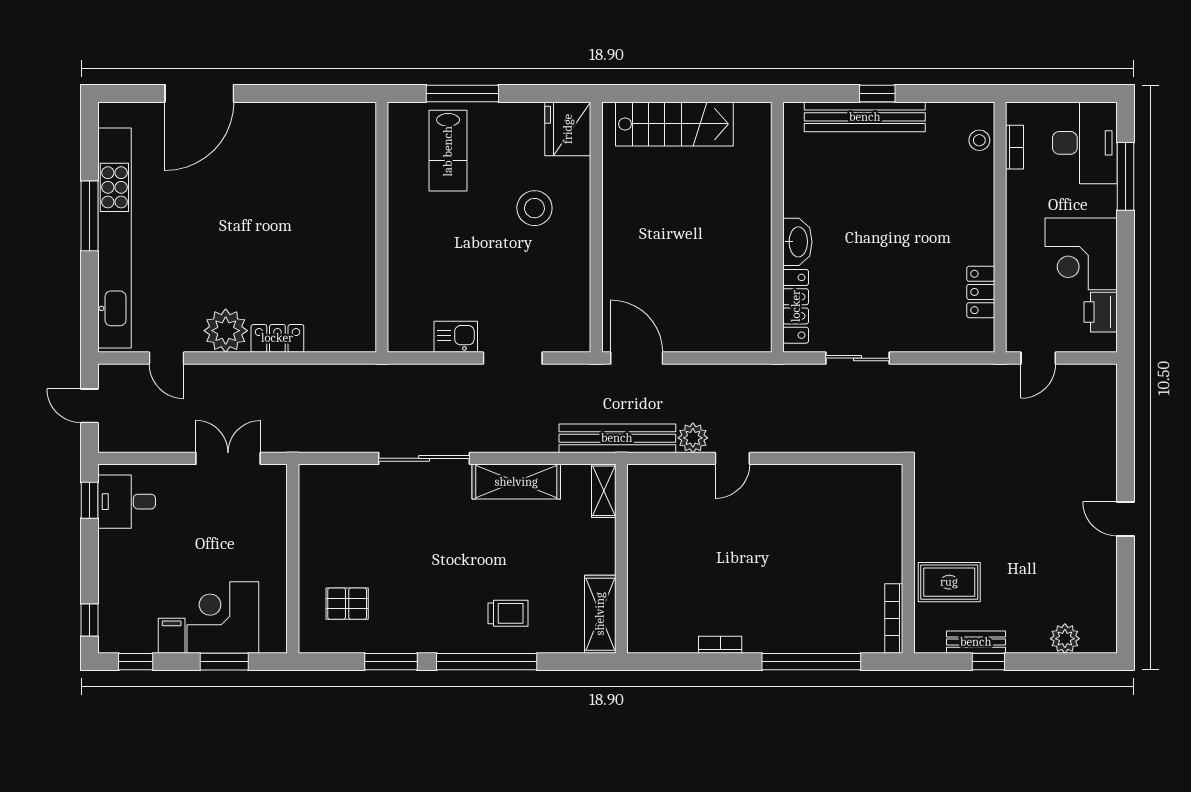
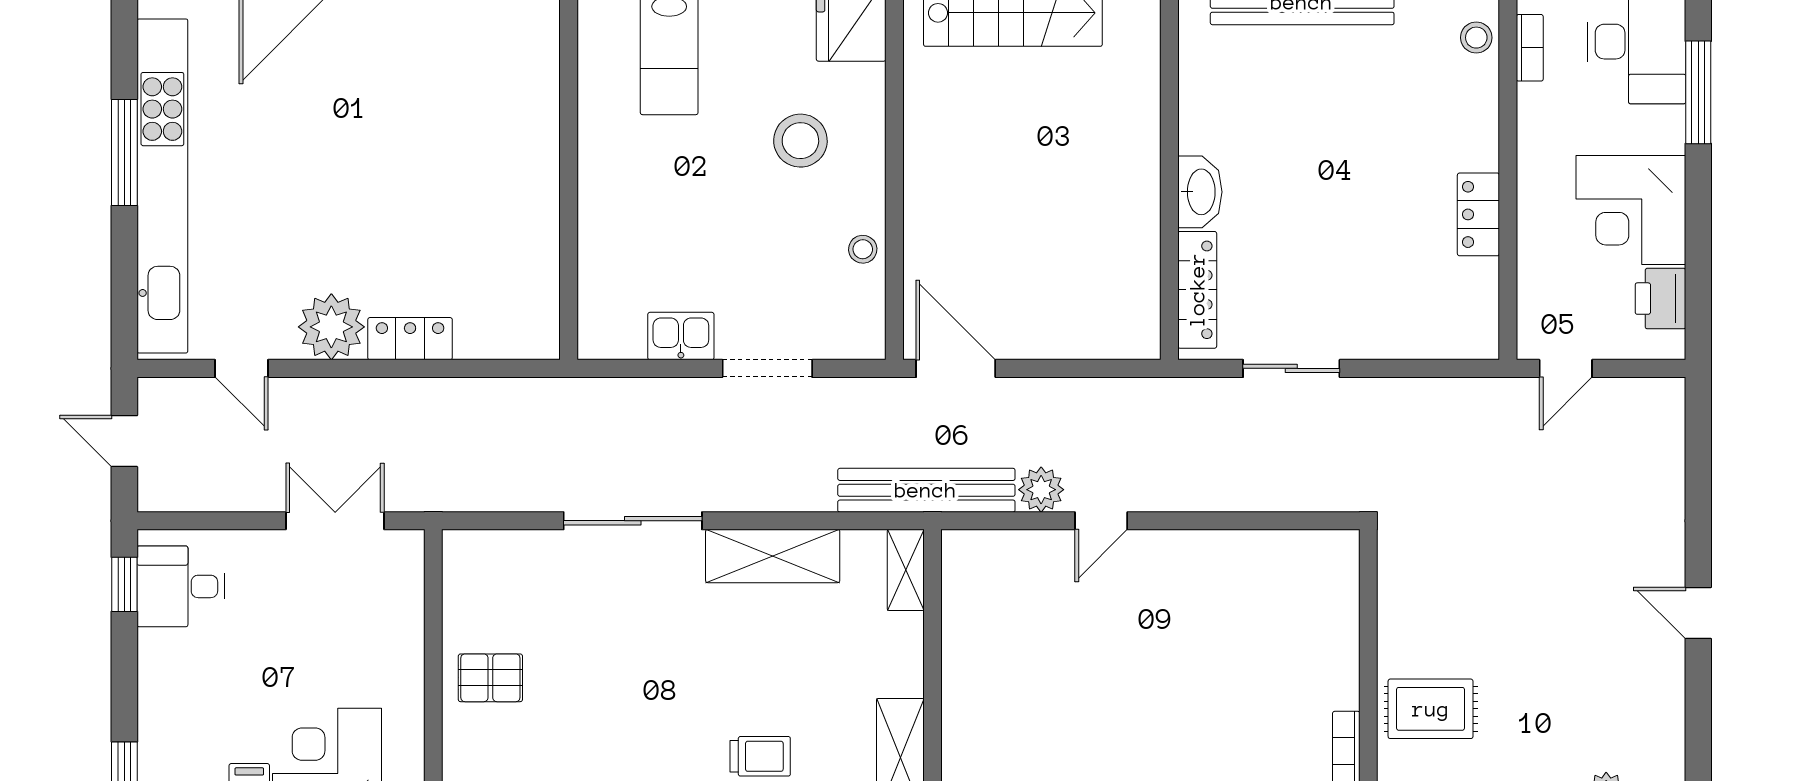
stool: (575, 280) -> (863, 249), added
locker: (981, 292) -> (1478, 214), moved
pallet: (347, 604) -> (490, 678), moved

